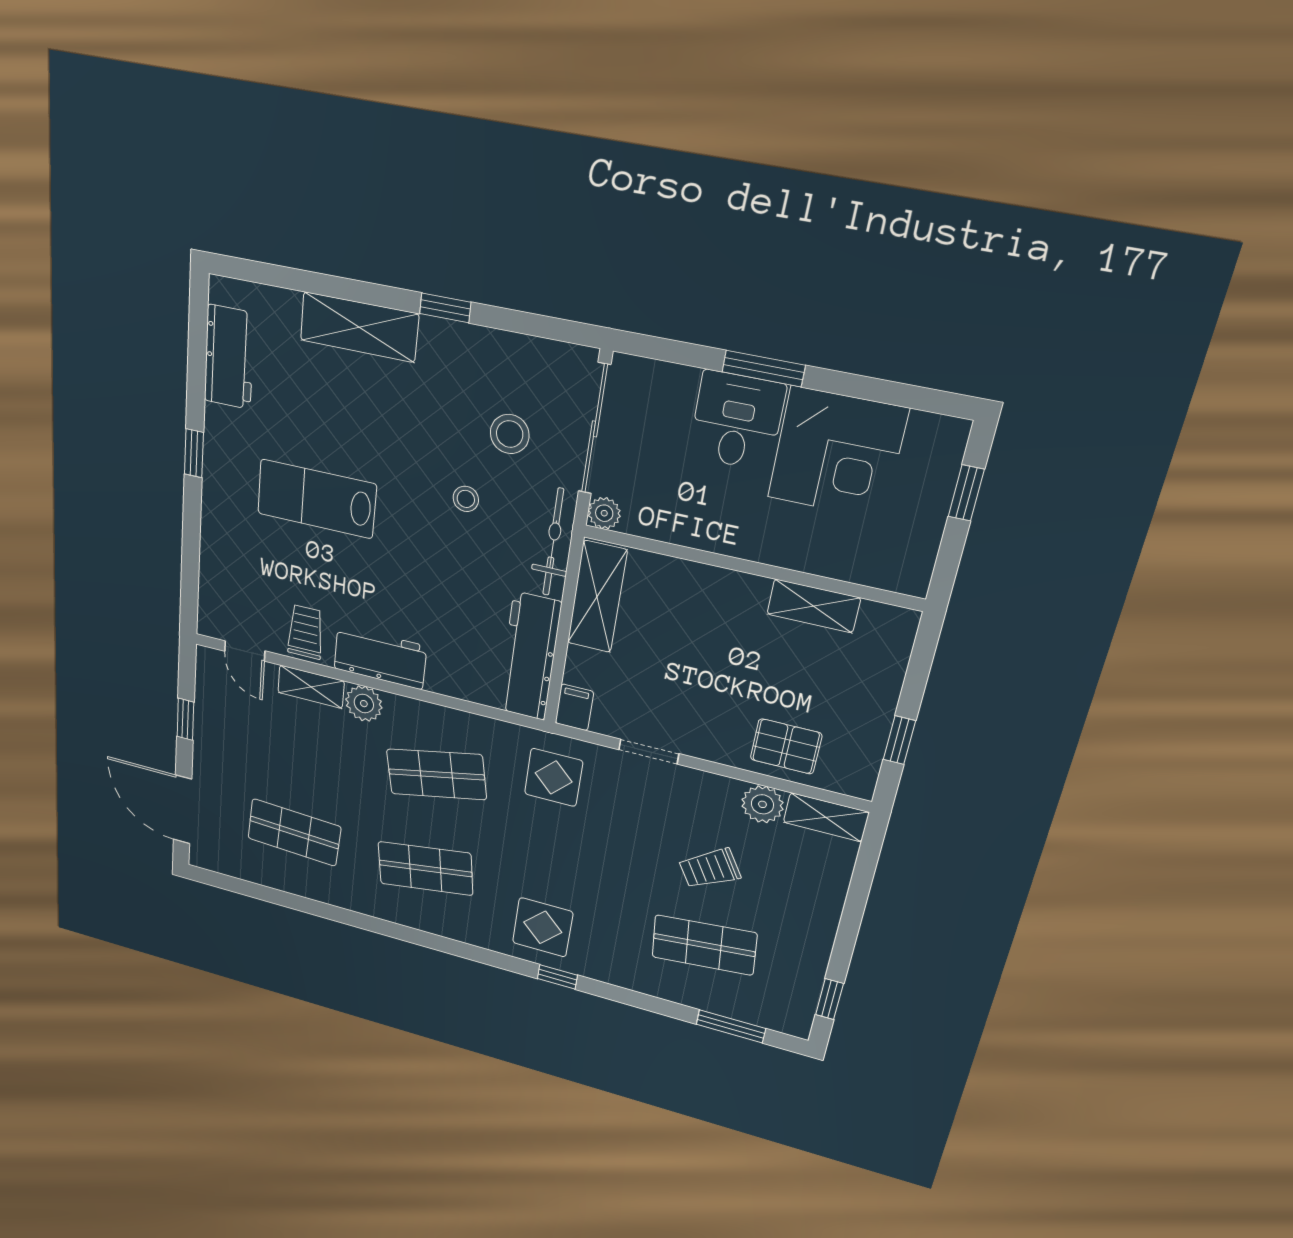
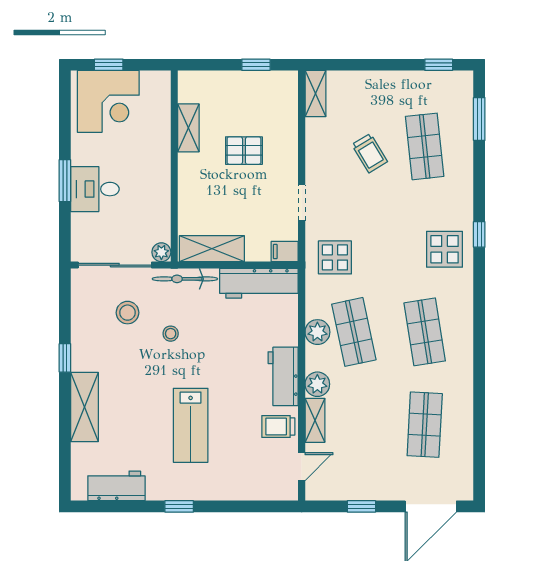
corner desk: (837, 453) -> (108, 101), moved, turned 90
pallet: (786, 746) -> (244, 151), moved, turned 90
plant: (762, 804) -> (317, 332), moved

